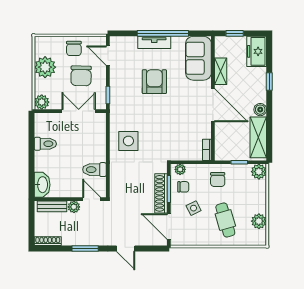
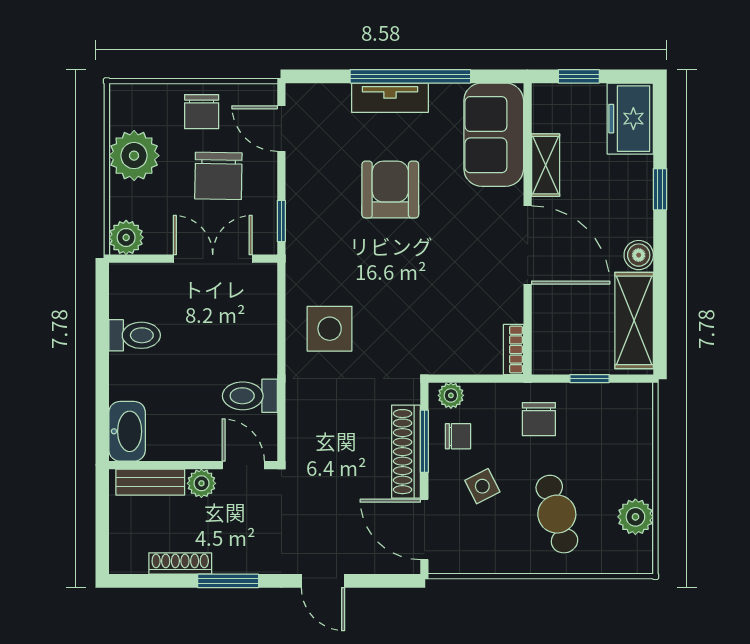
plant: (259, 172) -> (635, 401), removed
shoe rack: (48, 241) -> (180, 564), moved

